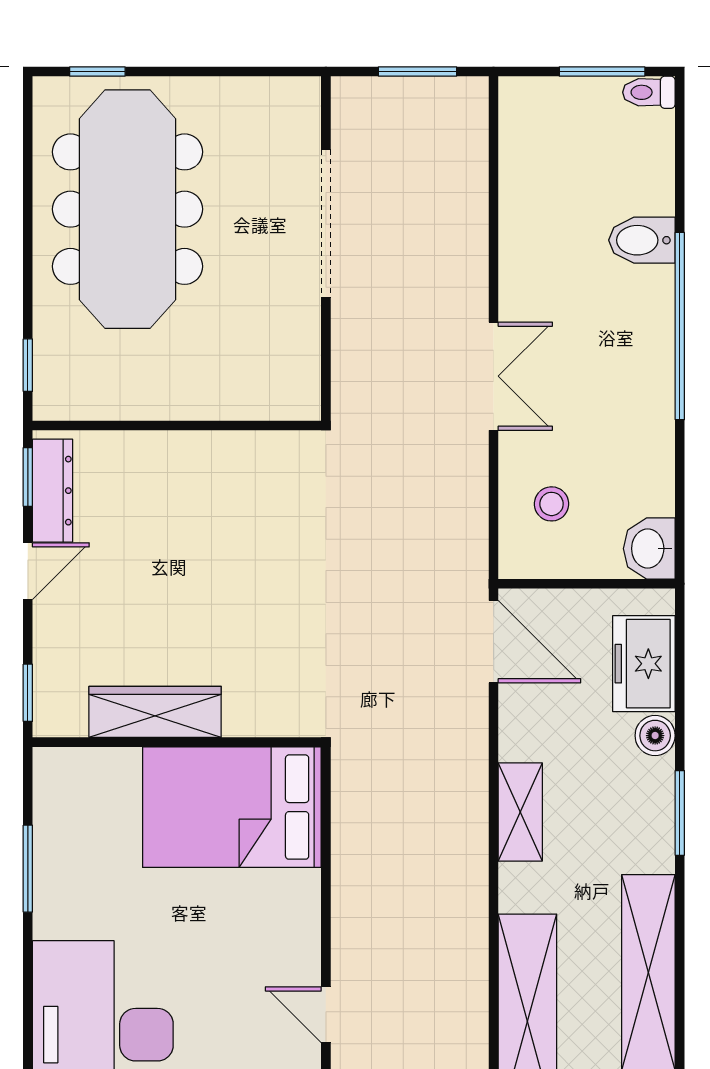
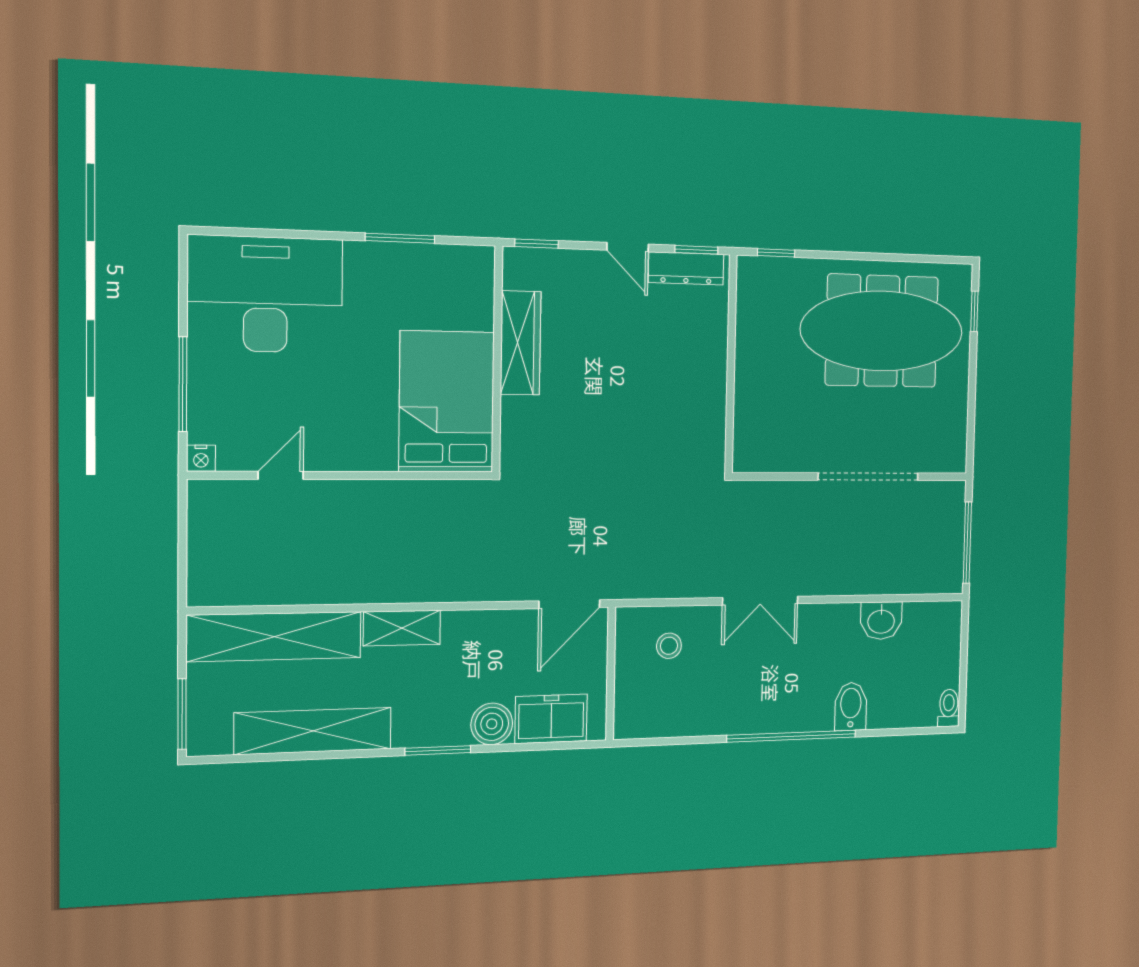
window: (418, 72) -> (967, 543), width x1.44
window: (602, 72) -> (963, 674), removed
washbasin: (649, 549) -> (881, 621), moved, turned 180
boiler: (655, 736) -> (492, 724), width x1.36, depth x1.36
shelving: (520, 812) -> (402, 628), moved

